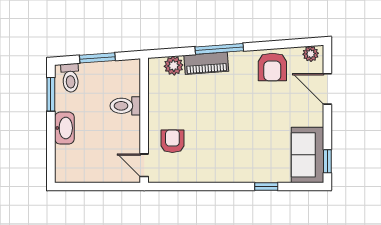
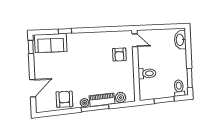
plant: (311, 54) -> (85, 103), moved
door: (327, 89) -> (33, 88), hinge flipped
washbasin: (64, 128) -> (180, 40), moved
sofa: (307, 155) -> (51, 43), moved, turned 90

